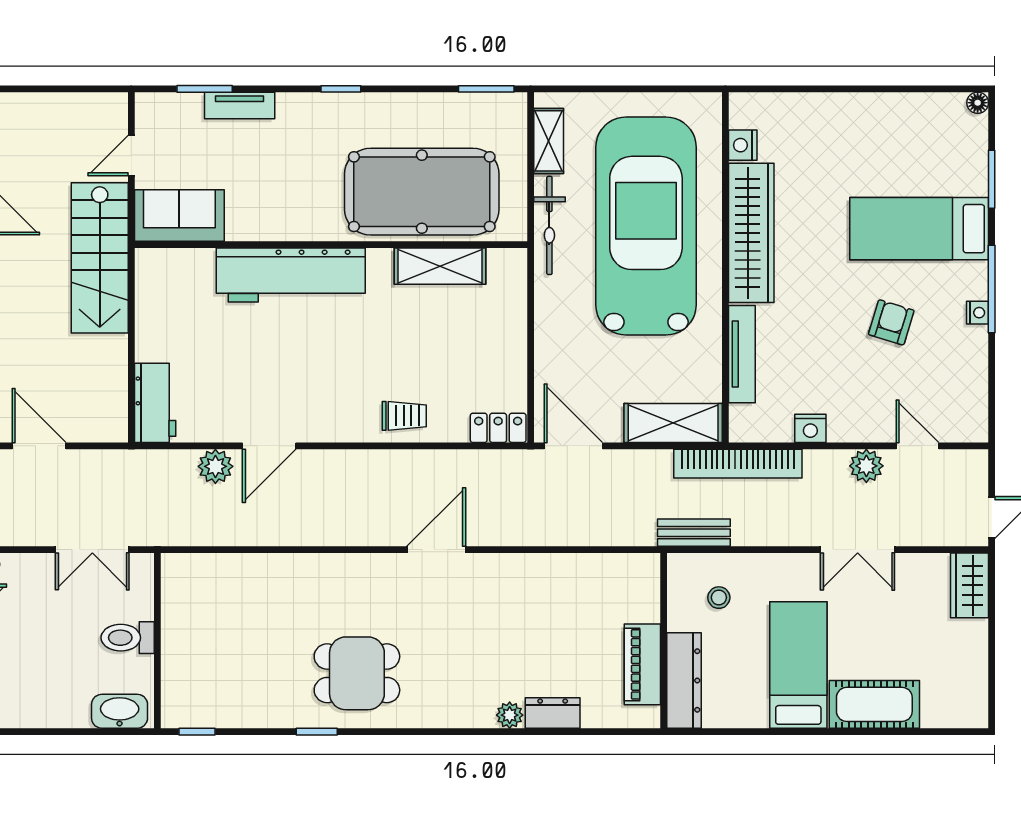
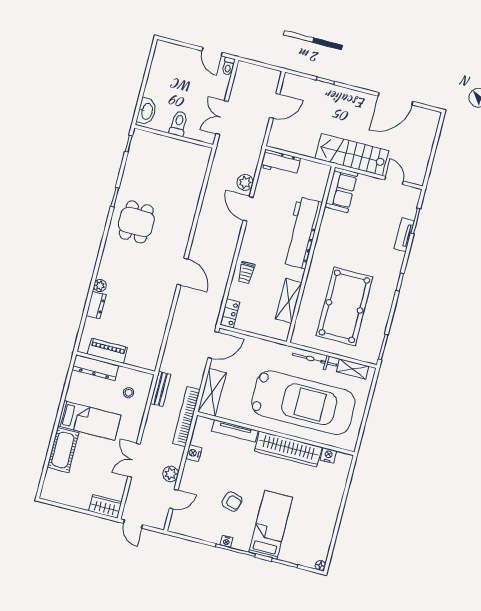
sofa: (179, 215) -> (341, 190), moved
wall: (331, 245) -> (311, 254), moved
shelving: (440, 266) -> (289, 301), moved
workbench: (291, 275) -> (302, 233), moved

